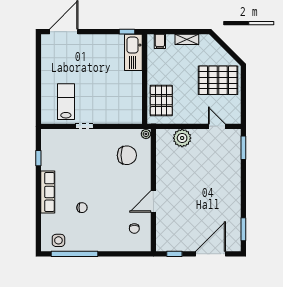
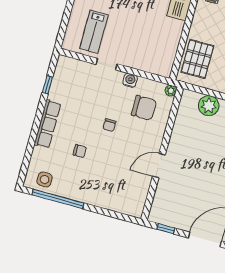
lab bench: (66, 102) -> (94, 32), turned 180
water cooler: (109, 135) -> (130, 80), added
chair: (134, 229) -> (109, 125), moved

